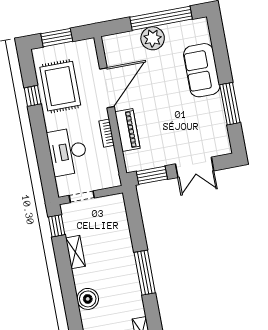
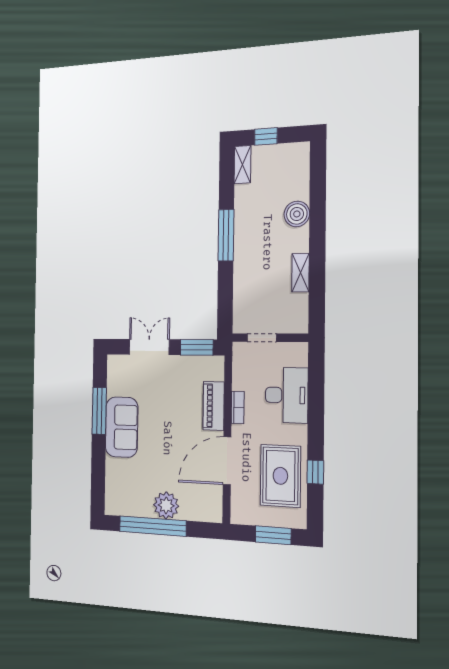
sofa: (202, 70) -> (122, 427), moved
doorway: (82, 197) -> (262, 338), moved
window: (57, 226) -> (317, 308), removed

